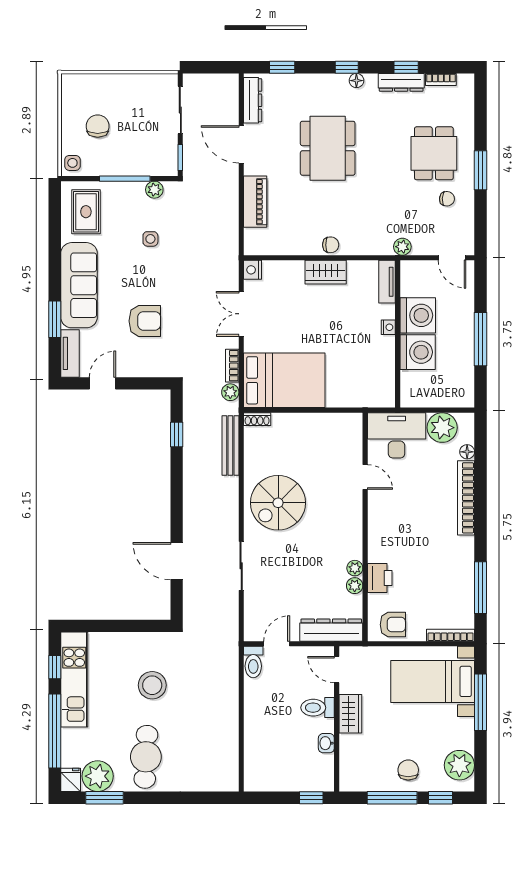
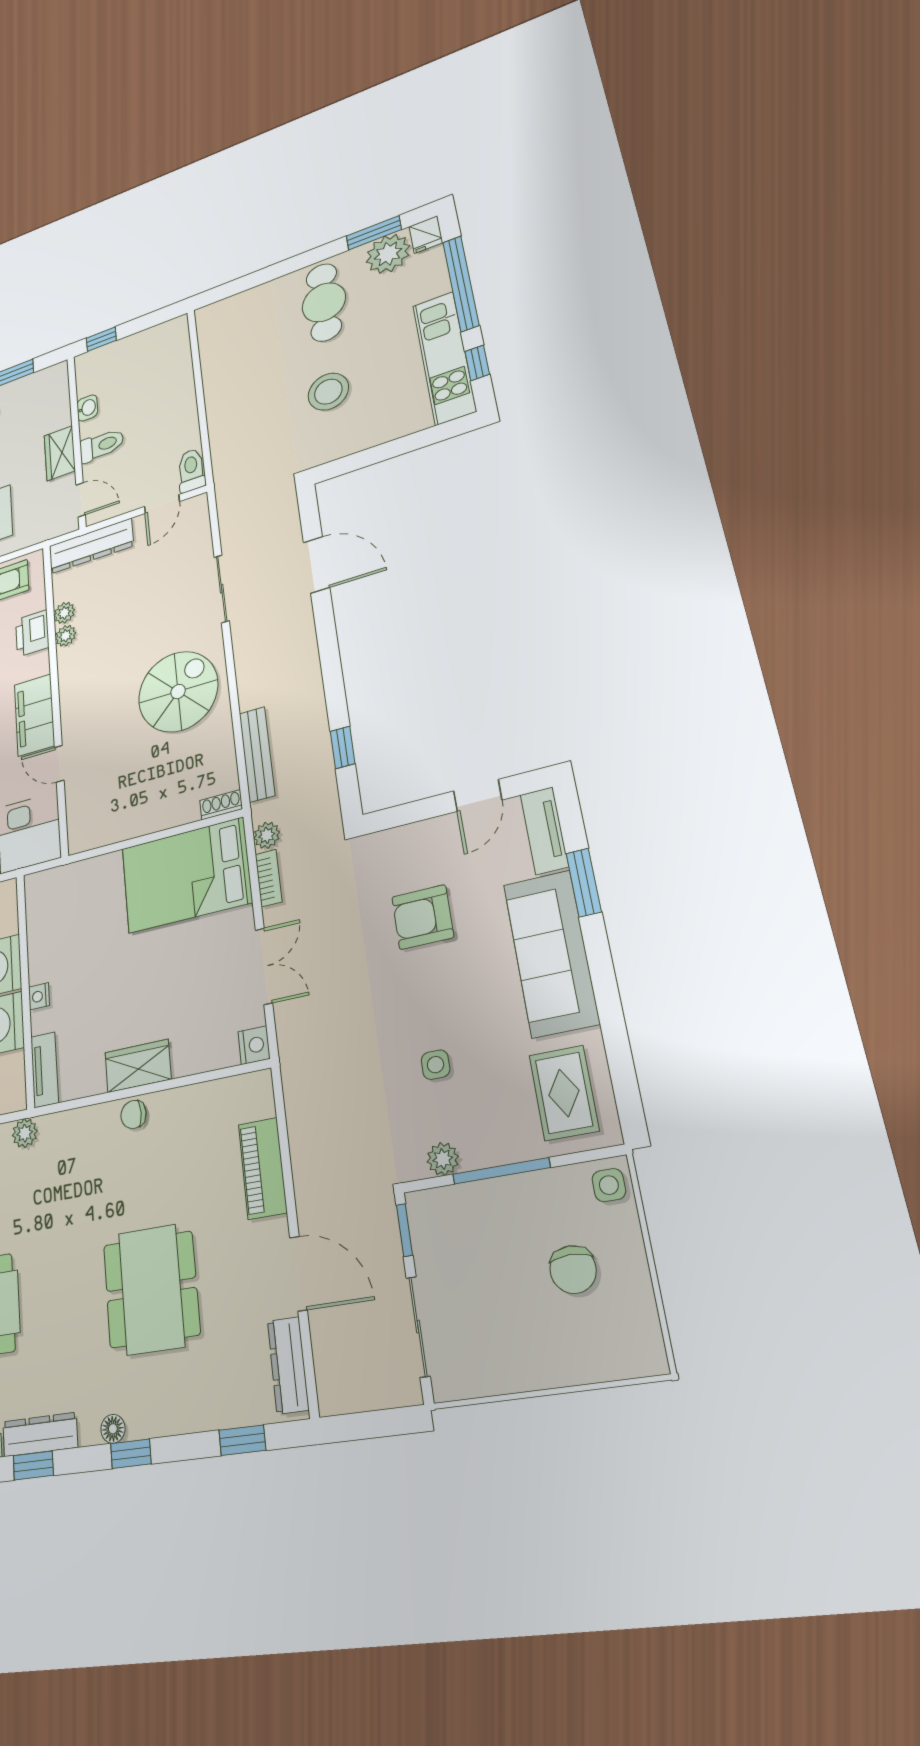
filing cabinet: (381, 517) -> (34, 715), added

